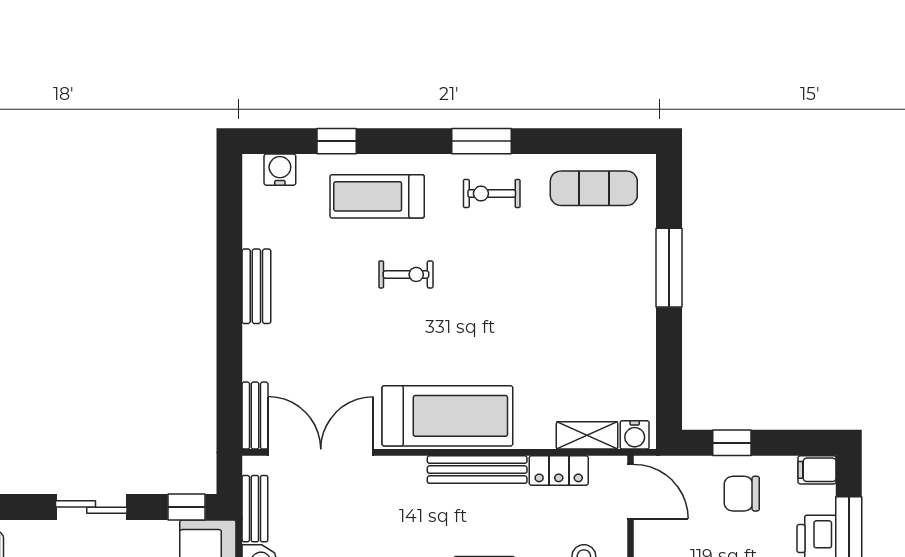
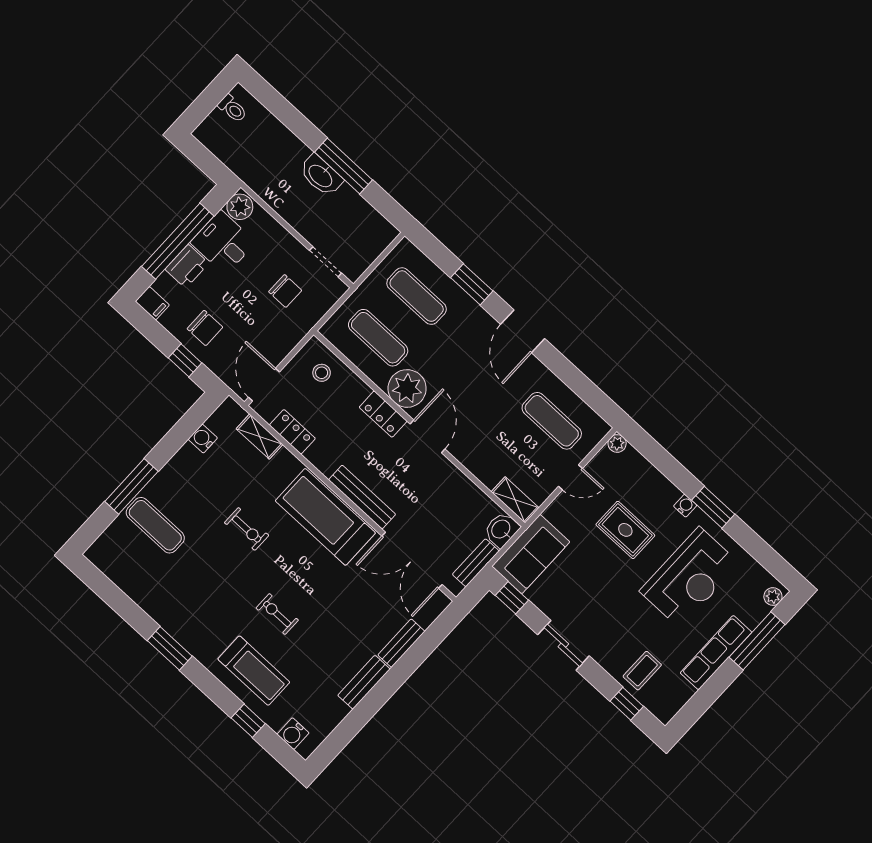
exercise mat: (594, 188) -> (155, 525), moved
exercise bike: (492, 193) -> (247, 529), moved
bench: (255, 416) -> (401, 643), moved
water cooler: (635, 435) -> (203, 439), moved, turned -90
bench: (477, 470) -> (362, 497), moved

